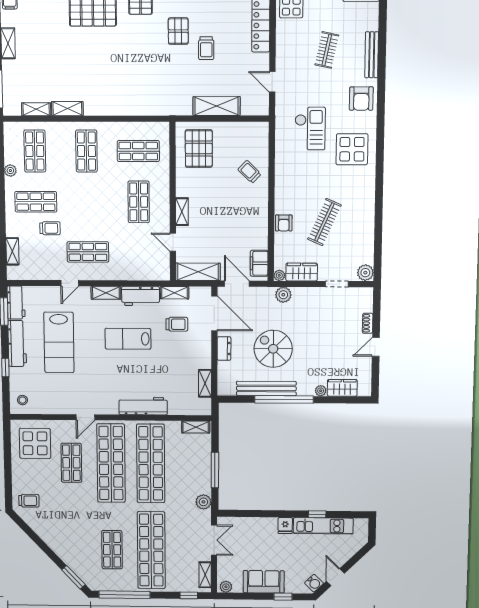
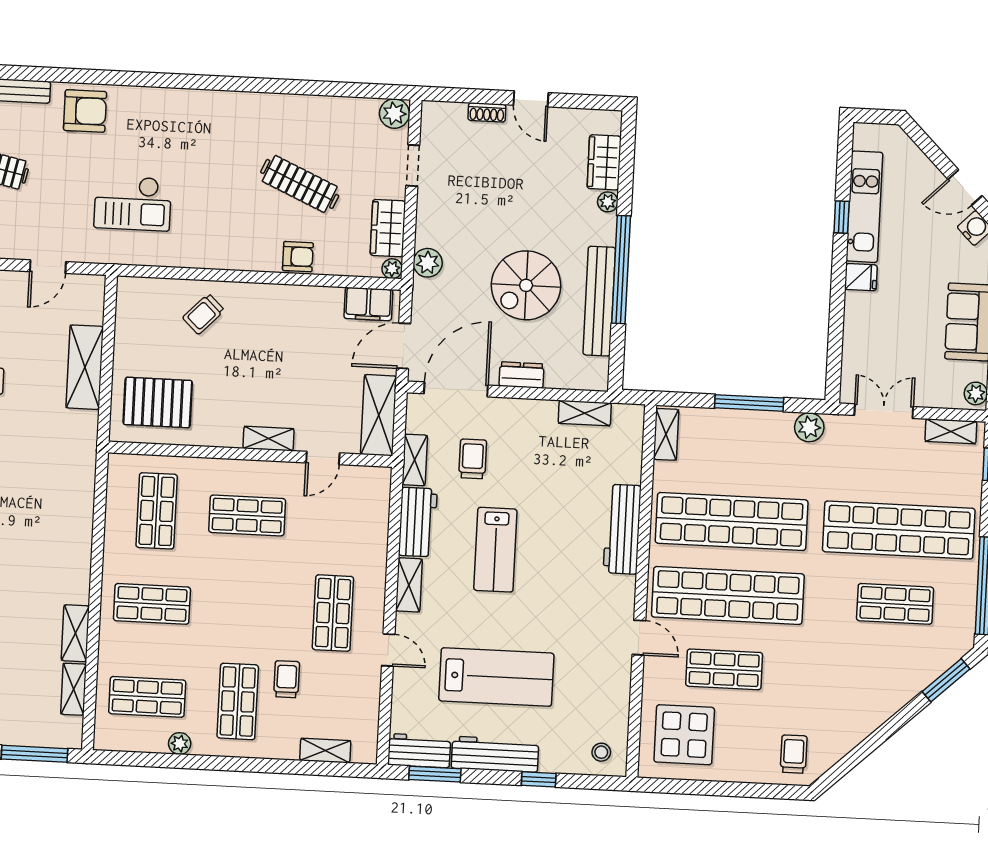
checkout: (310, 129) -> (133, 203), turned 180
display table: (352, 149) -> (173, 130), removed

